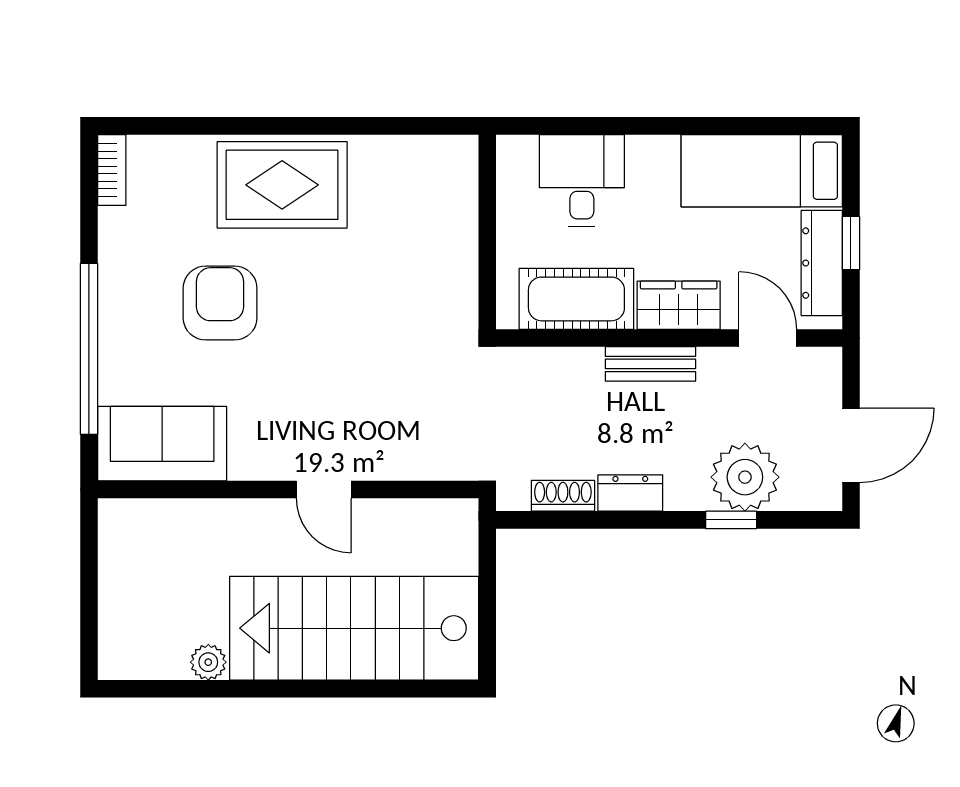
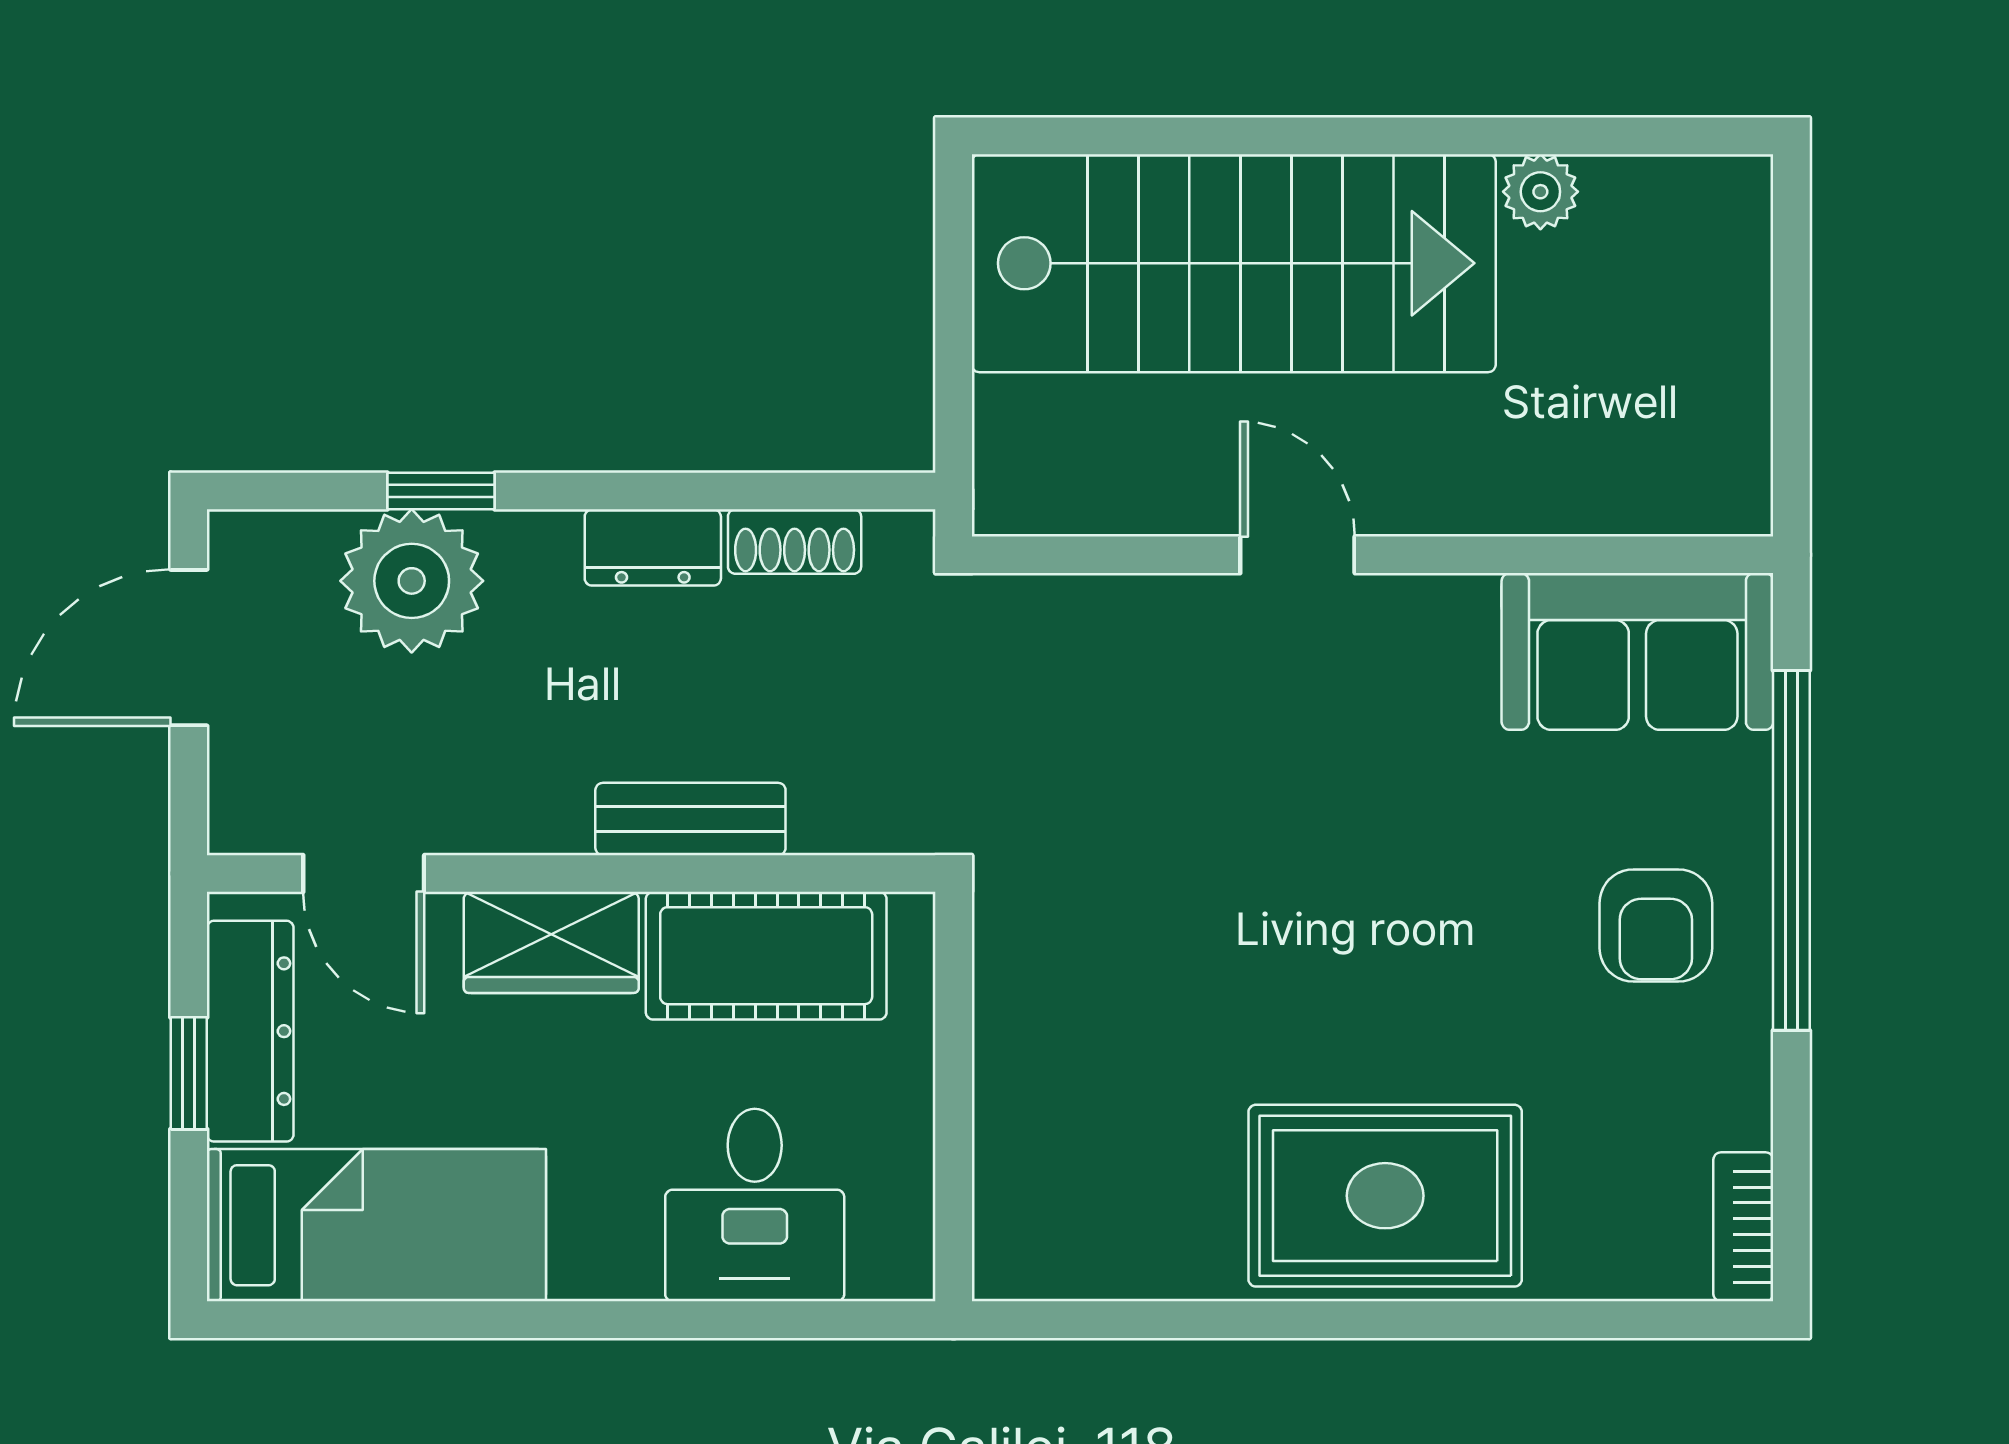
armchair: (220, 303) -> (1656, 926), moved, width x0.72, depth x0.72
bench: (650, 364) -> (690, 819), moved

